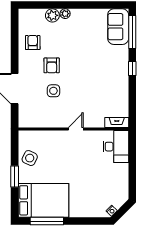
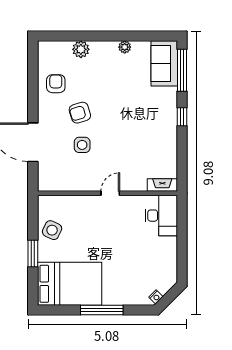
plant: (65, 14) -> (125, 47), moved
armchair: (52, 65) -> (80, 113), turned 73
window: (47, 221) -> (102, 310), moved

